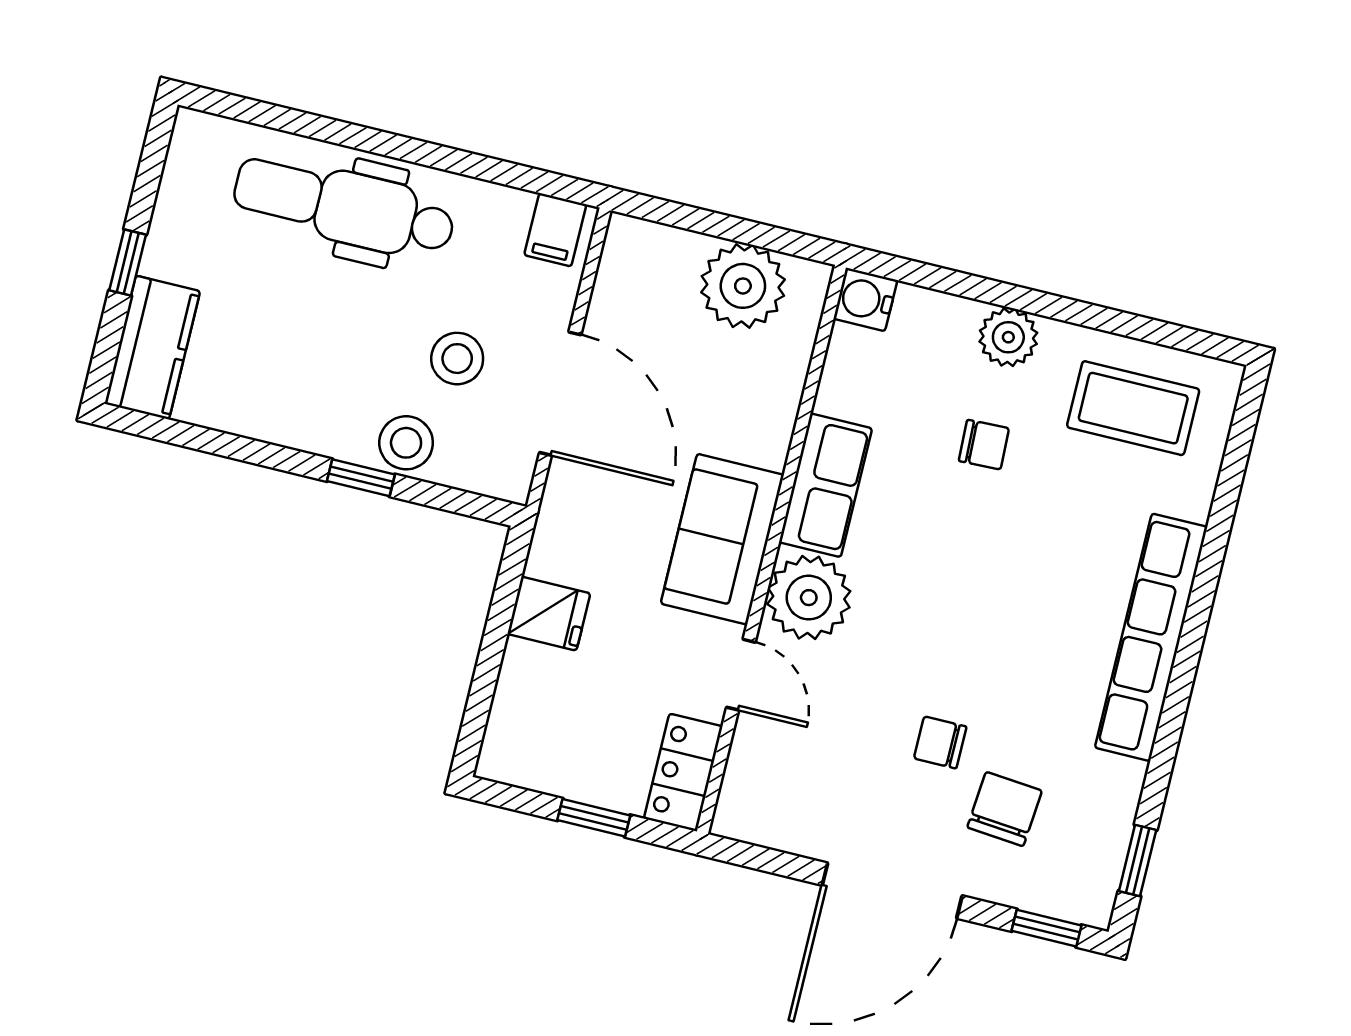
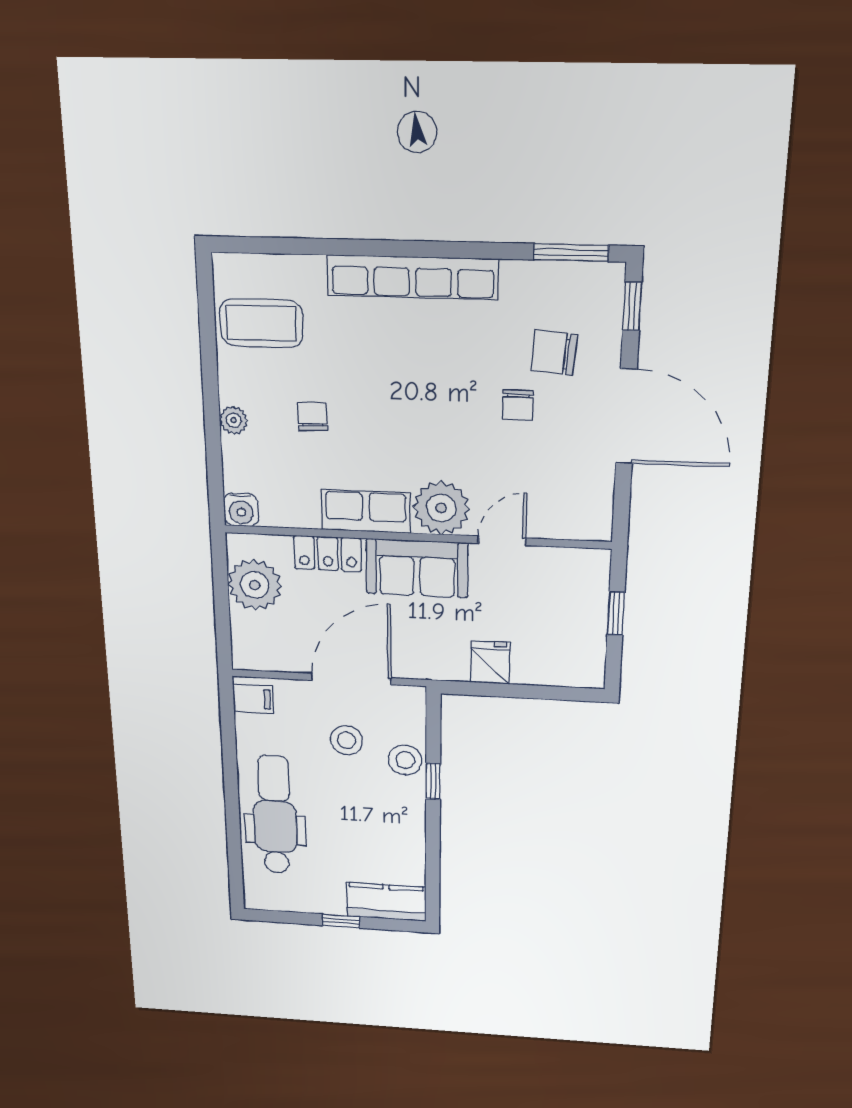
dental chair: (344, 207) -> (275, 815), turned 180
plant: (1008, 337) -> (234, 420), width x0.73, depth x0.73
coffee table: (1133, 408) -> (261, 323), turned 90
locker: (683, 772) -> (328, 554), moved
window: (1138, 861) -> (571, 253), width x1.50

